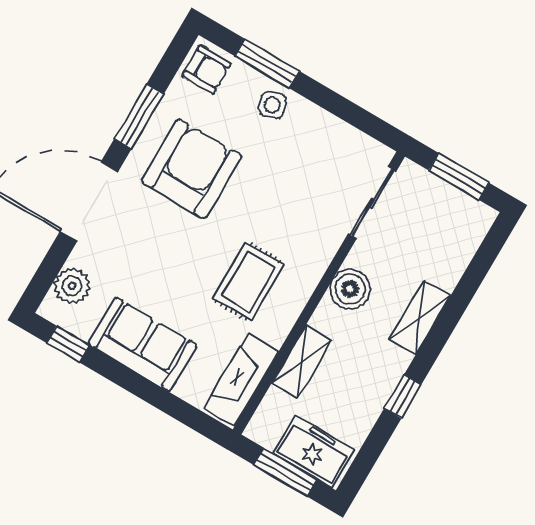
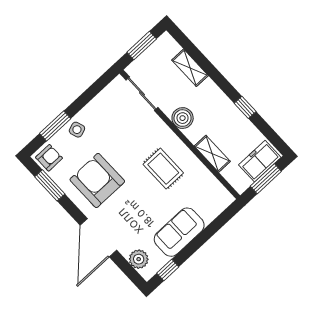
window: (139, 117) -> (50, 185), moved
shelving: (420, 318) -> (190, 68), moved
fireplace: (241, 380) -> (212, 187), removed

